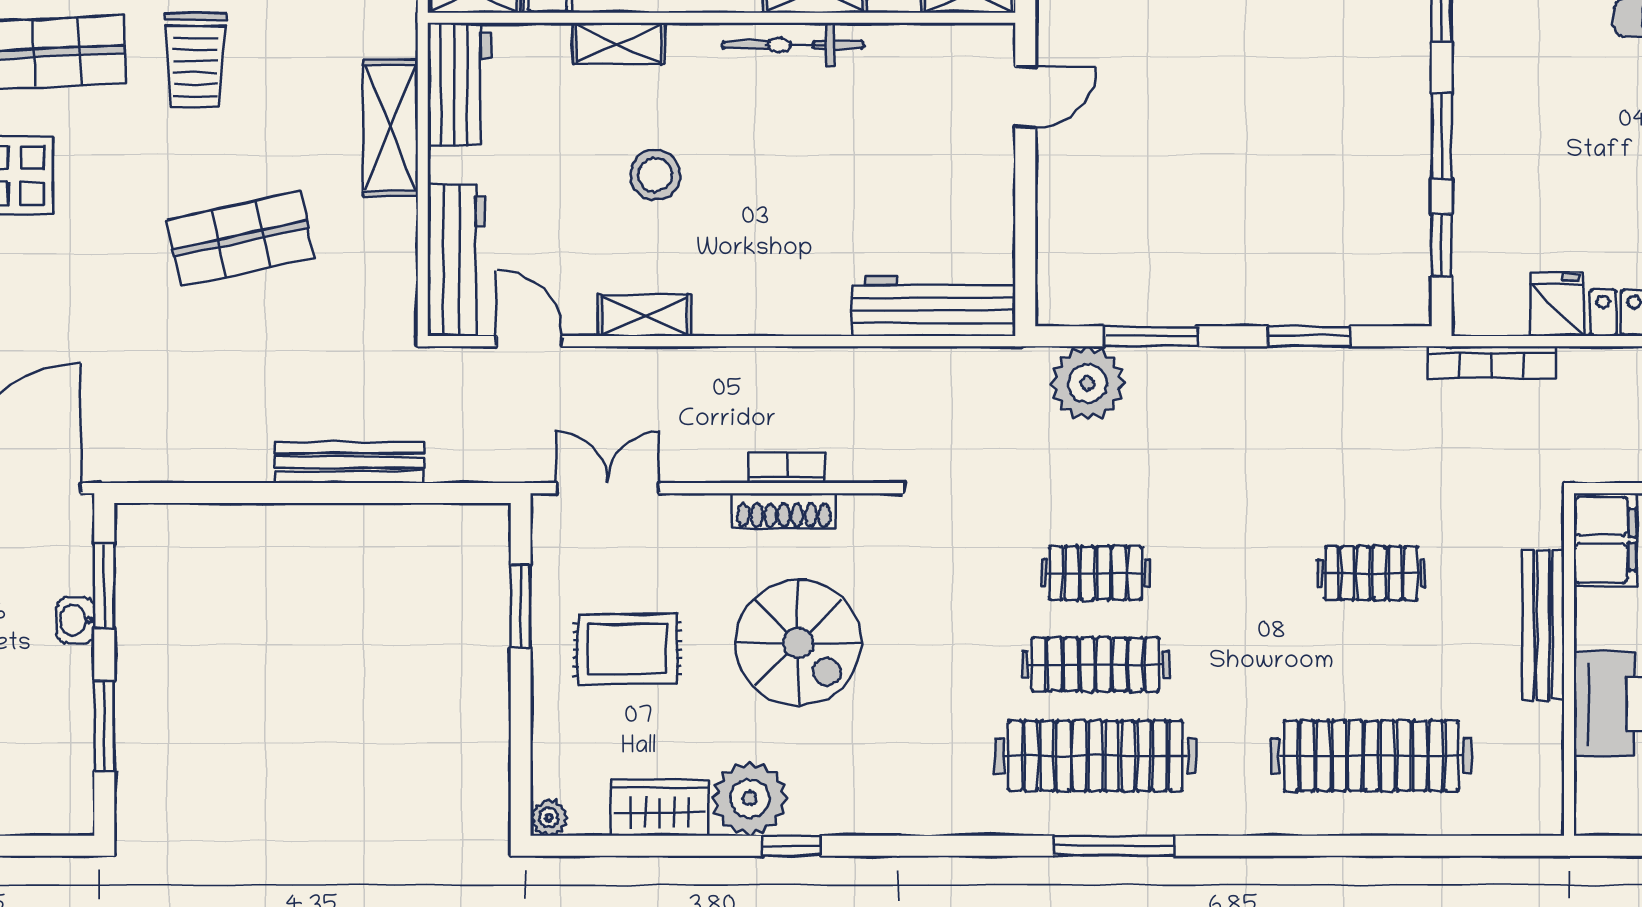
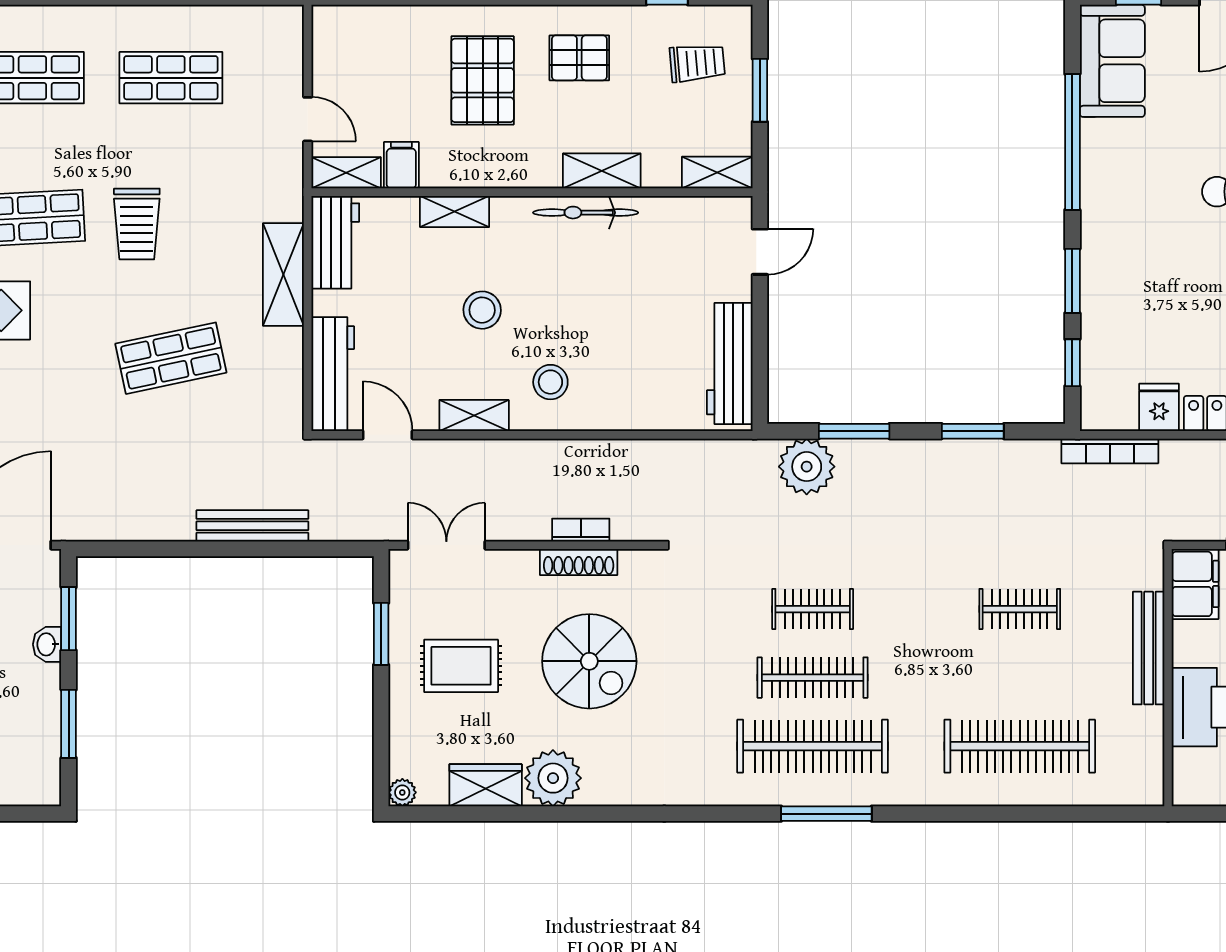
stool: (746, 271) -> (550, 382), added
workbench: (933, 306) -> (730, 364), moved, turned -90
window: (792, 846) -> (585, 814), removed

